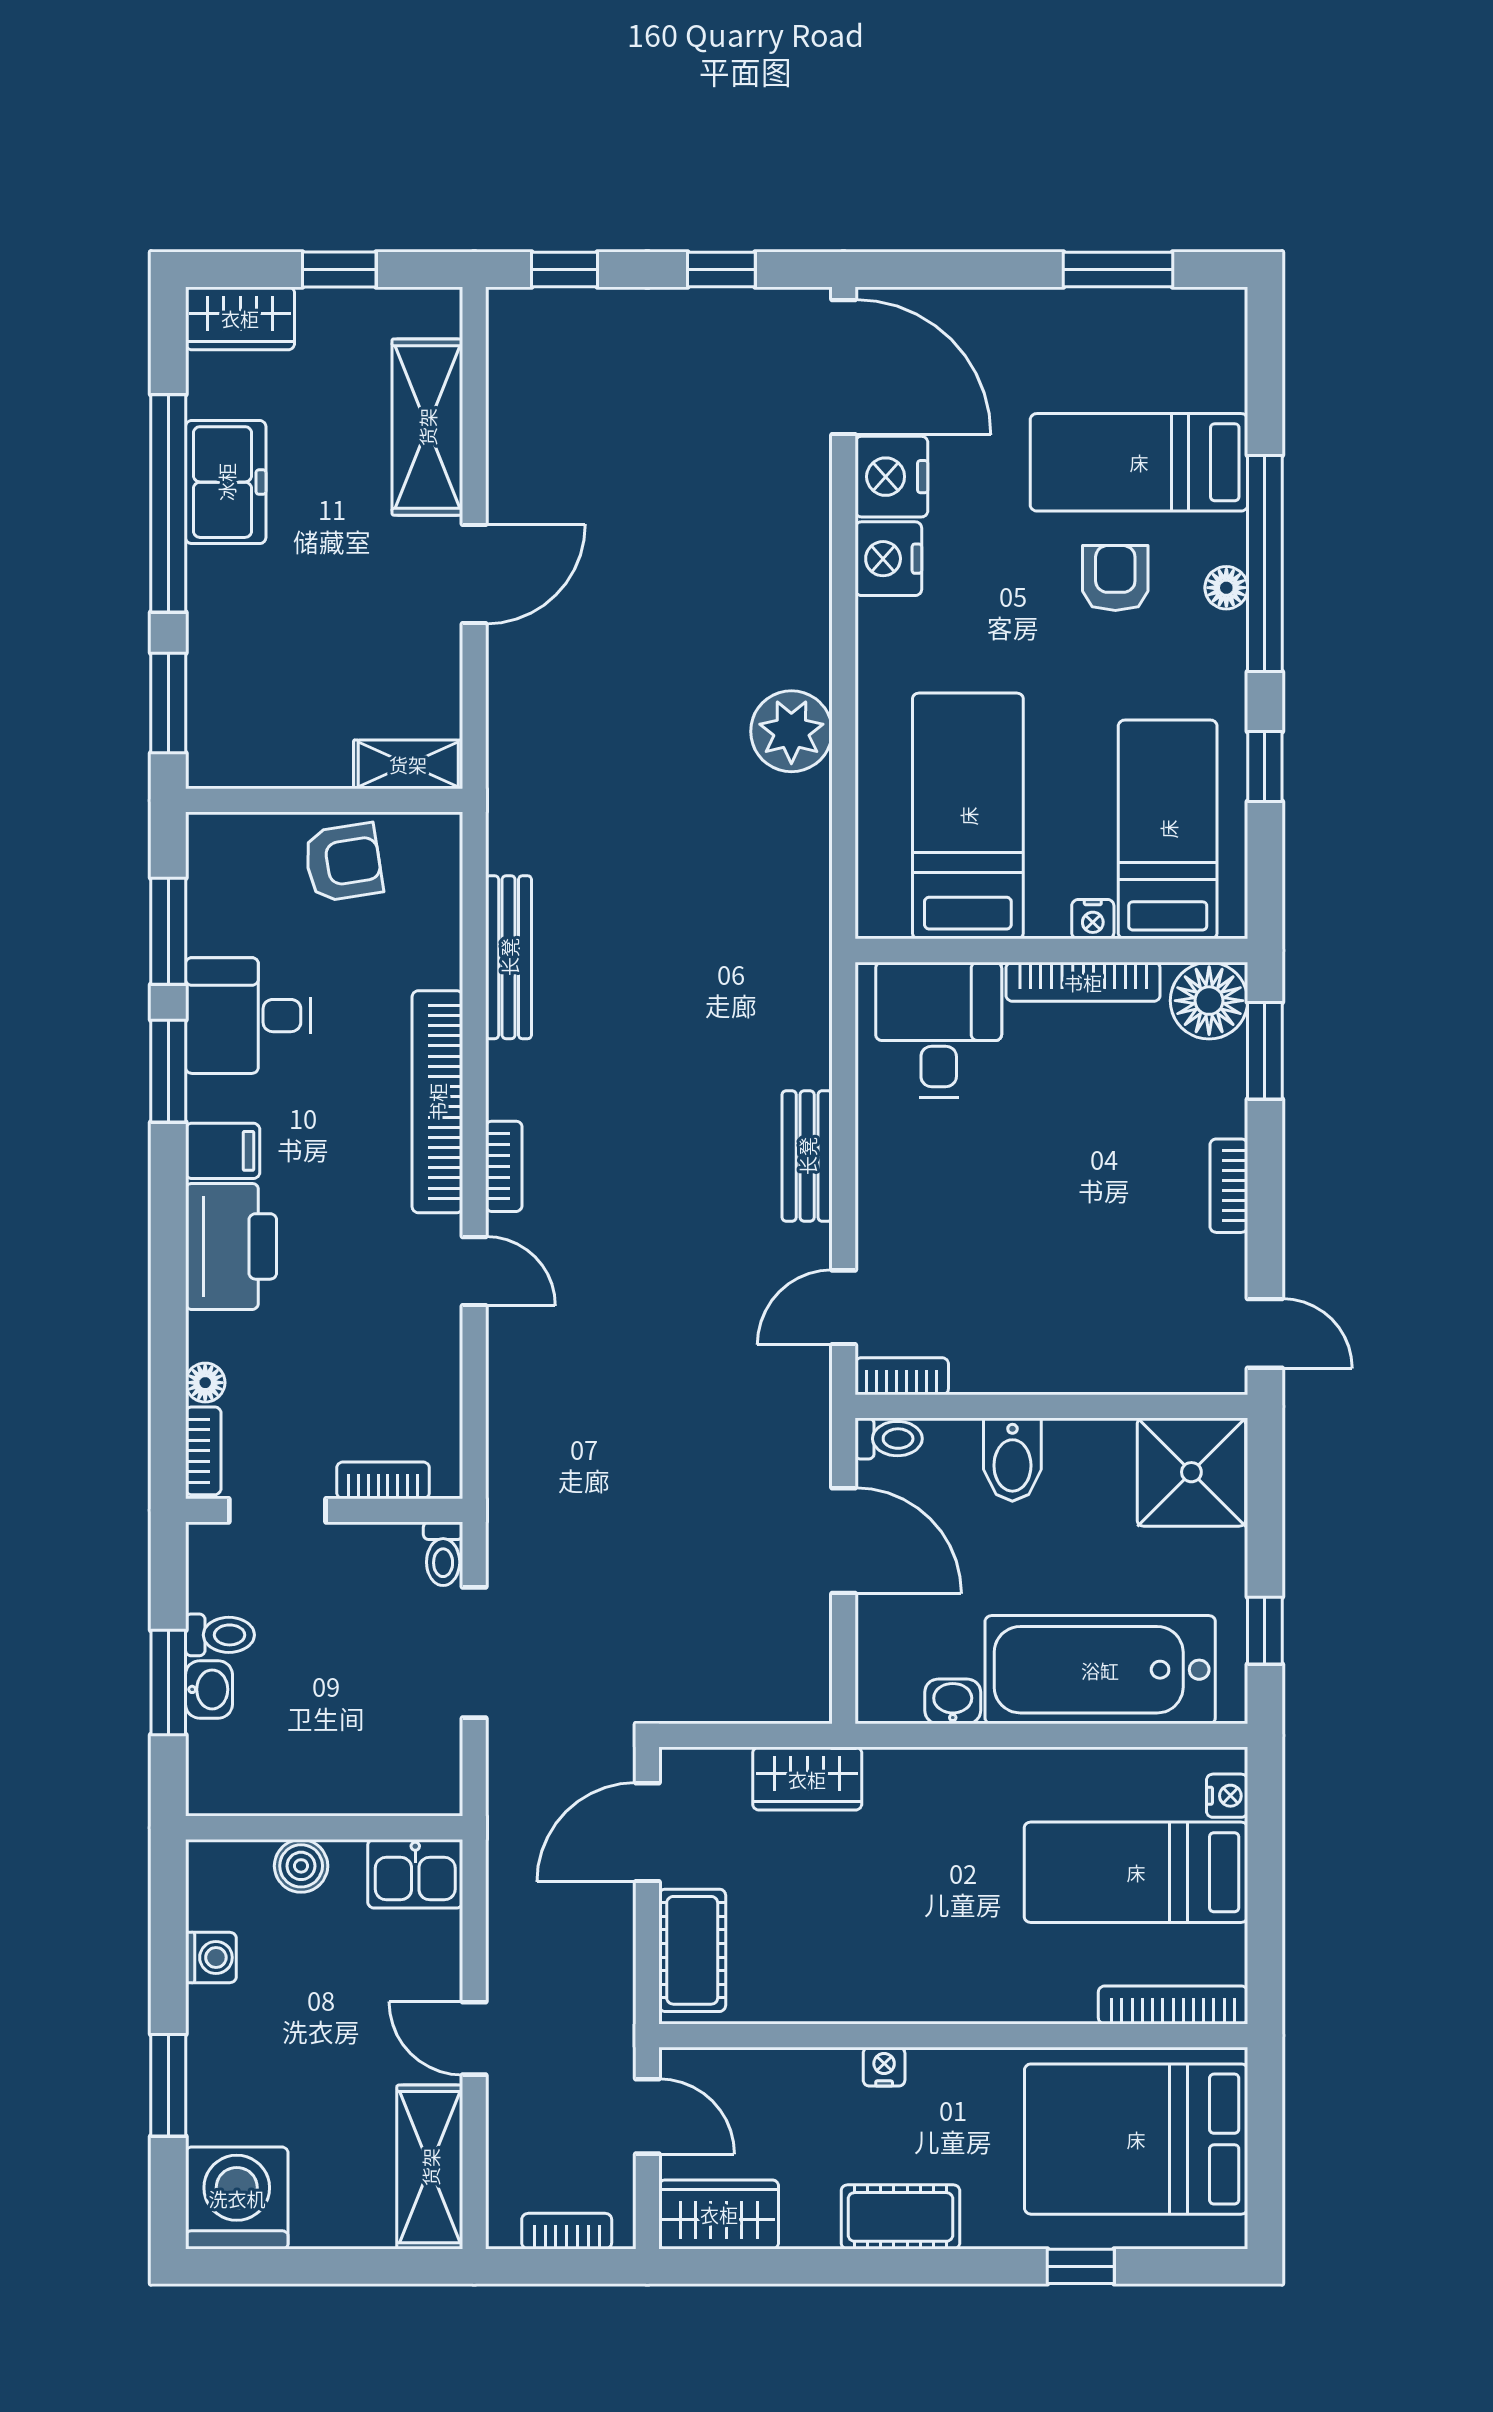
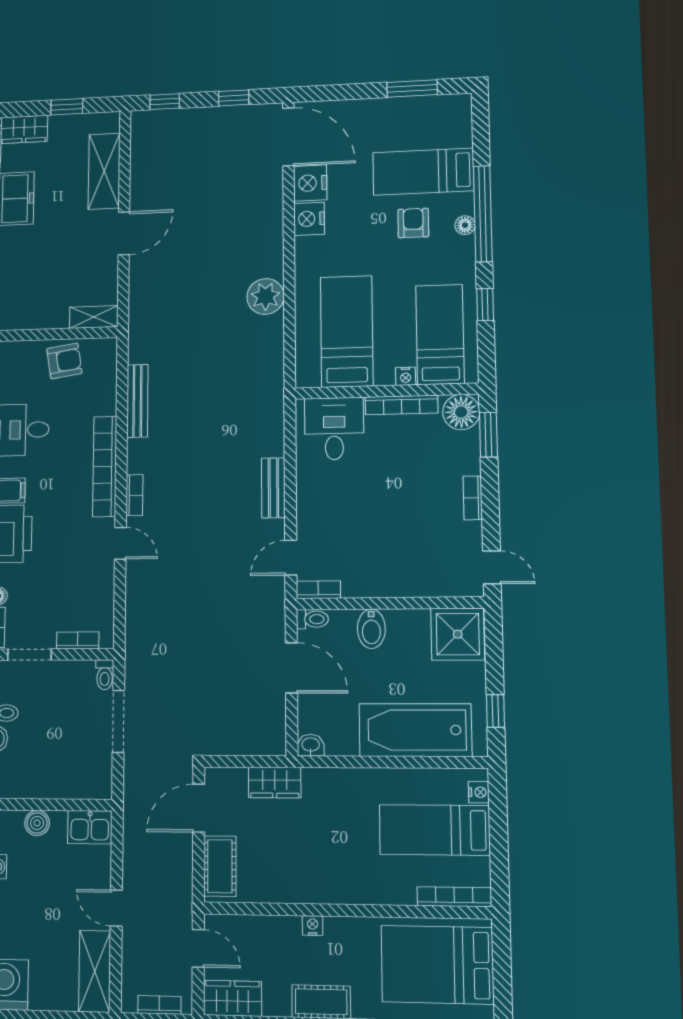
washbasin: (953, 1701) -> (311, 745), moved

